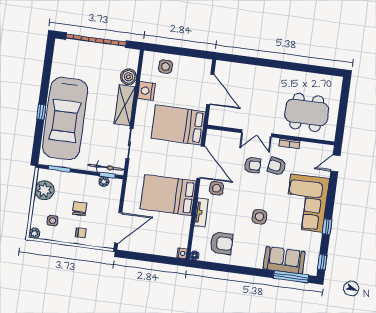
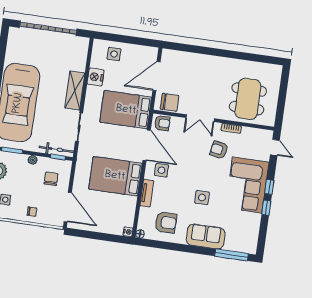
boiler: (128, 77) -> (79, 63), removed
door: (210, 89) -> (156, 76), swing flipped
dining table: (307, 112) -> (248, 99), turned 90
chair: (224, 117) -> (170, 102), added
door: (335, 163) -> (275, 147), swing flipped
armchair: (253, 165) -> (162, 123), moved
plant: (104, 182) -> (33, 160), moved
chair: (80, 209) -> (51, 179), moved
door: (118, 228) -> (68, 207), hinge flipped
sofa: (284, 260) -> (206, 237), moved
window: (322, 262) -> (269, 187), moved

